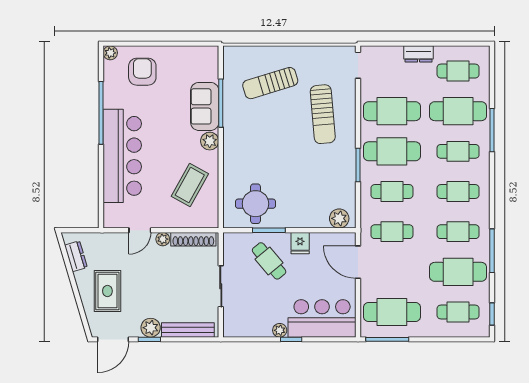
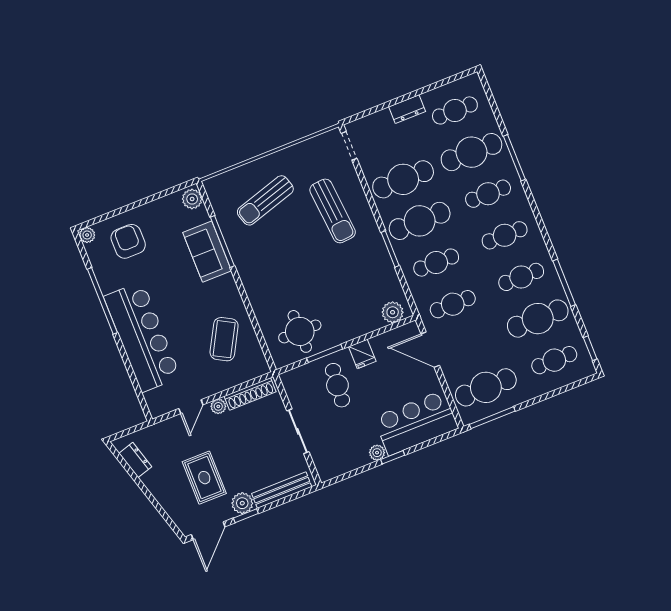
plant: (210, 141) -> (192, 199), moved
cafe table: (269, 261) -> (337, 385), turned 45
rug: (107, 291) -> (204, 478), moved

